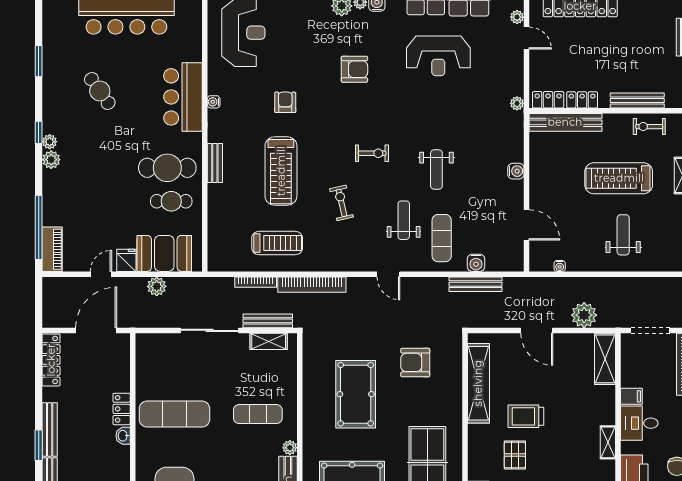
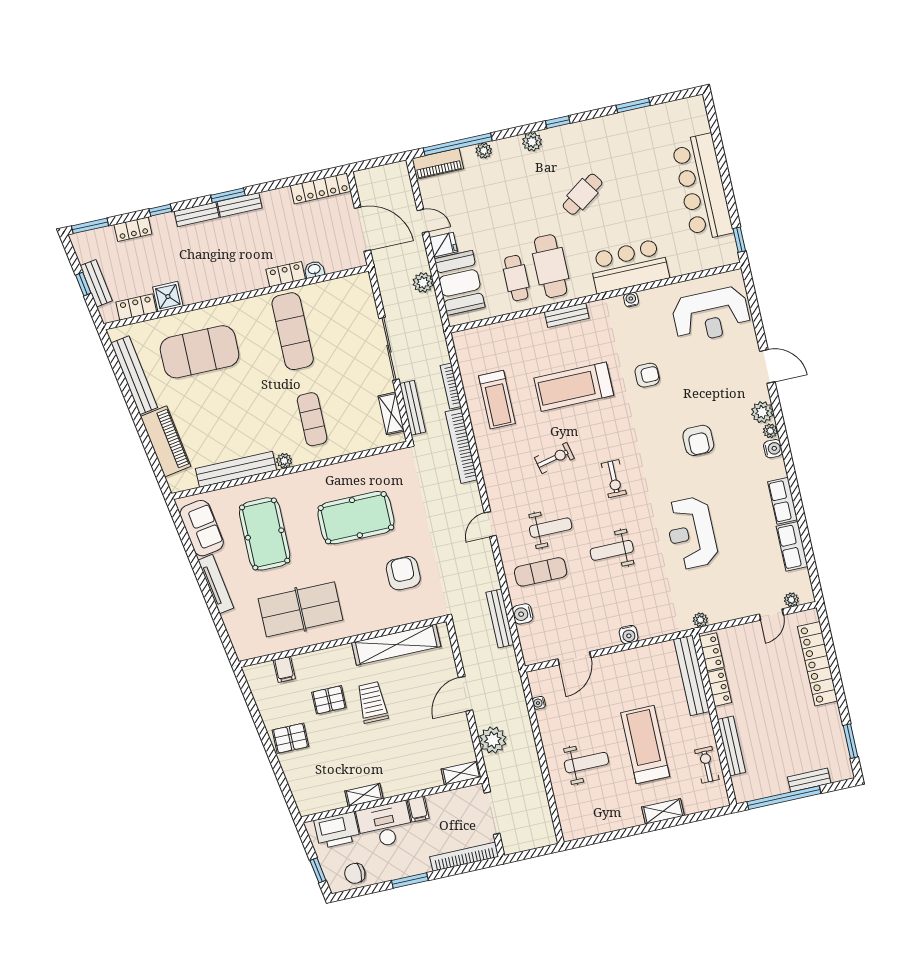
reception desk: (438, 56) -> (691, 533), moved
cafe table: (100, 91) -> (583, 194), moved
plant: (50, 142) -> (484, 151), moved
shelving: (605, 359) -> (461, 773), width x0.67, depth x0.75
desk: (639, 423) -> (385, 825), width x1.37
bench: (50, 429) -> (240, 205), width x0.73
washbasin: (123, 436) -> (314, 270), moved

